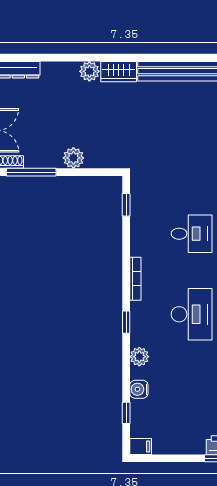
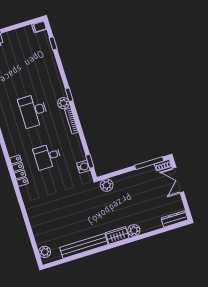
plant: (73, 158) -> (107, 185), moved
plant: (139, 357) -> (63, 103), moved
water cooler: (139, 389) -> (83, 167), moved

